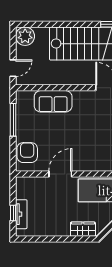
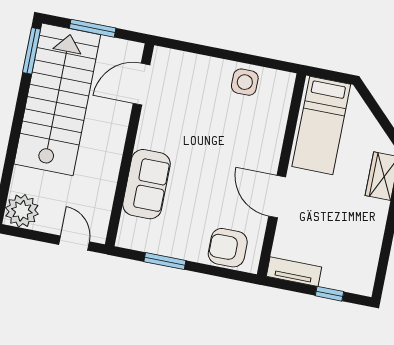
window: (13, 120) -> (165, 261), width x0.69
tv unit: (21, 214) -> (294, 272), moved

